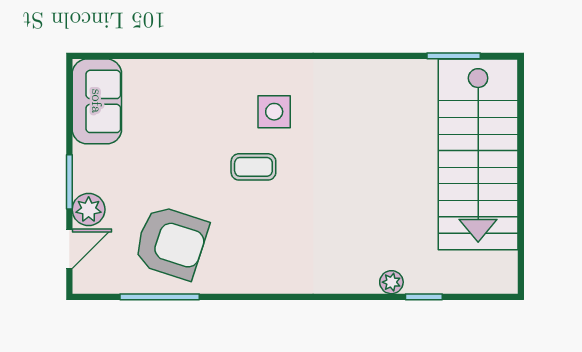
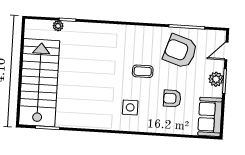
armchair: (183, 137) -> (172, 98), added
coffee table: (253, 167) -> (143, 71), moved
plant: (89, 210) -> (216, 79), moved
plant: (391, 282) -> (58, 26), moved

